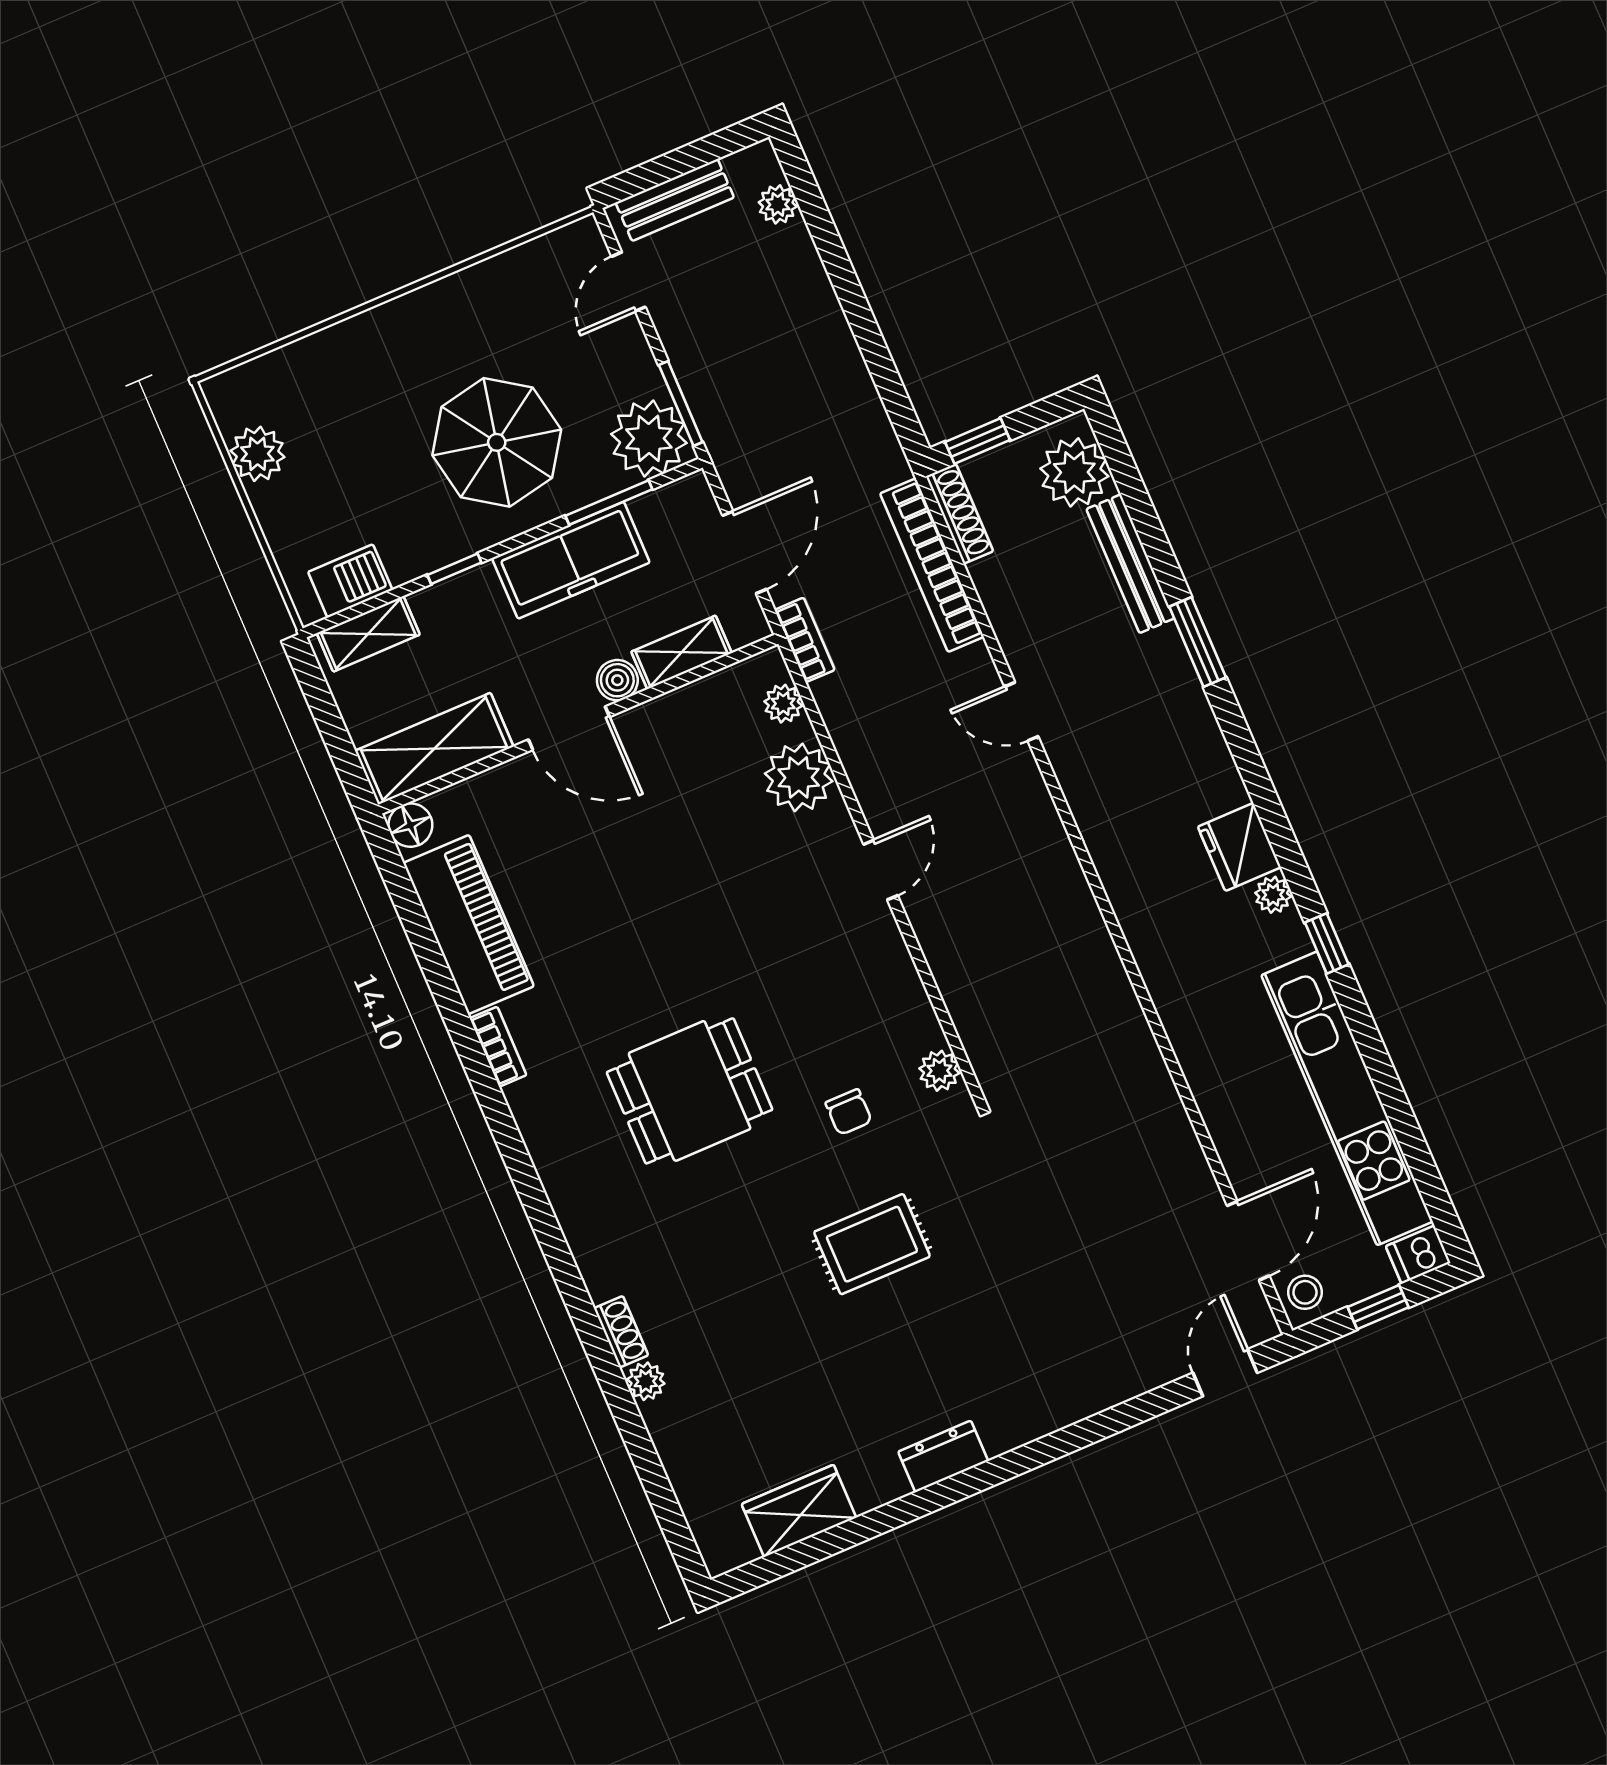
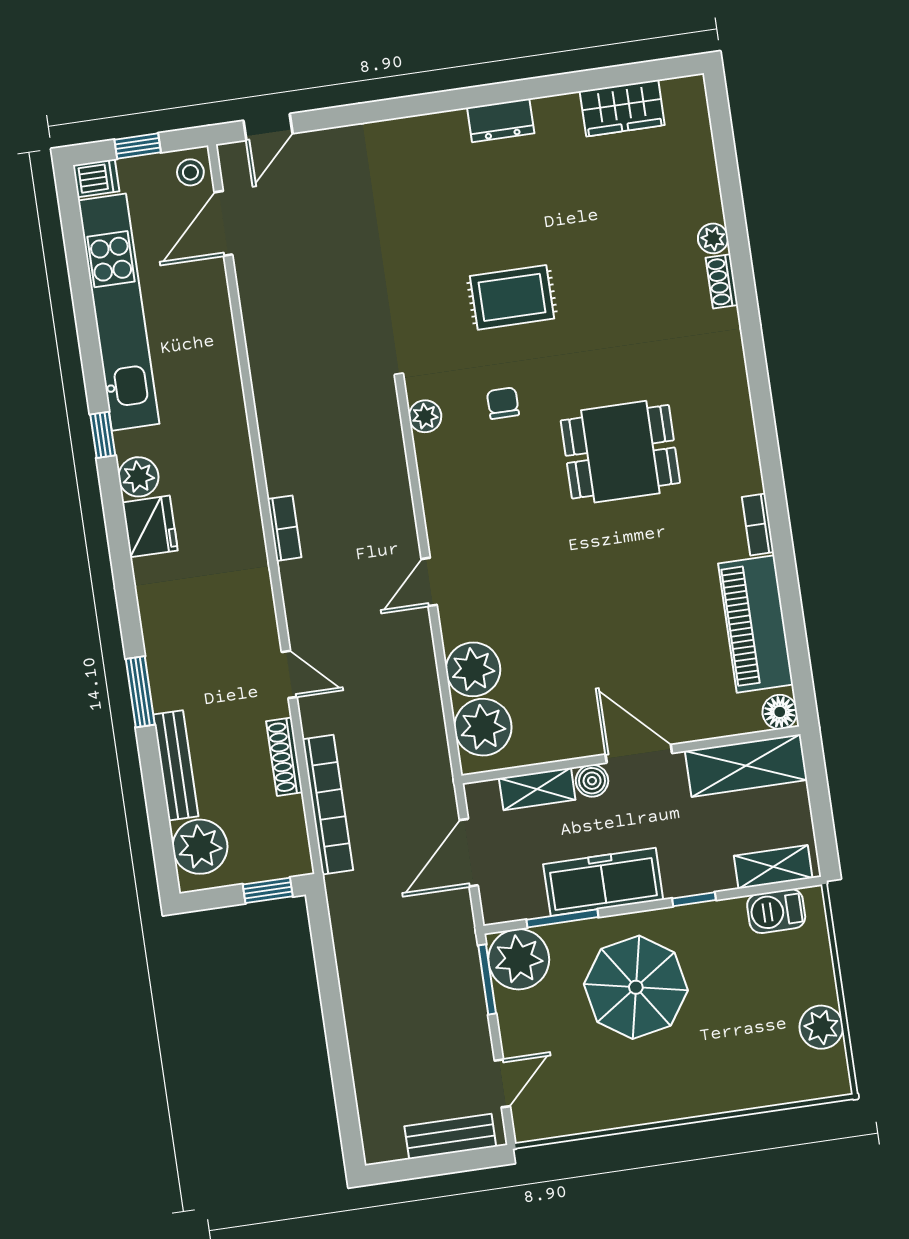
plant: (778, 204) -> (372, 1112), removed
shoe rack: (960, 514) -> (284, 757), moved
bookcase: (805, 640) -> (284, 528), moved, turned 180
plant: (783, 704) -> (483, 727), width x1.87, depth x1.87
plant: (1273, 895) -> (138, 477), width x1.38, depth x1.38

